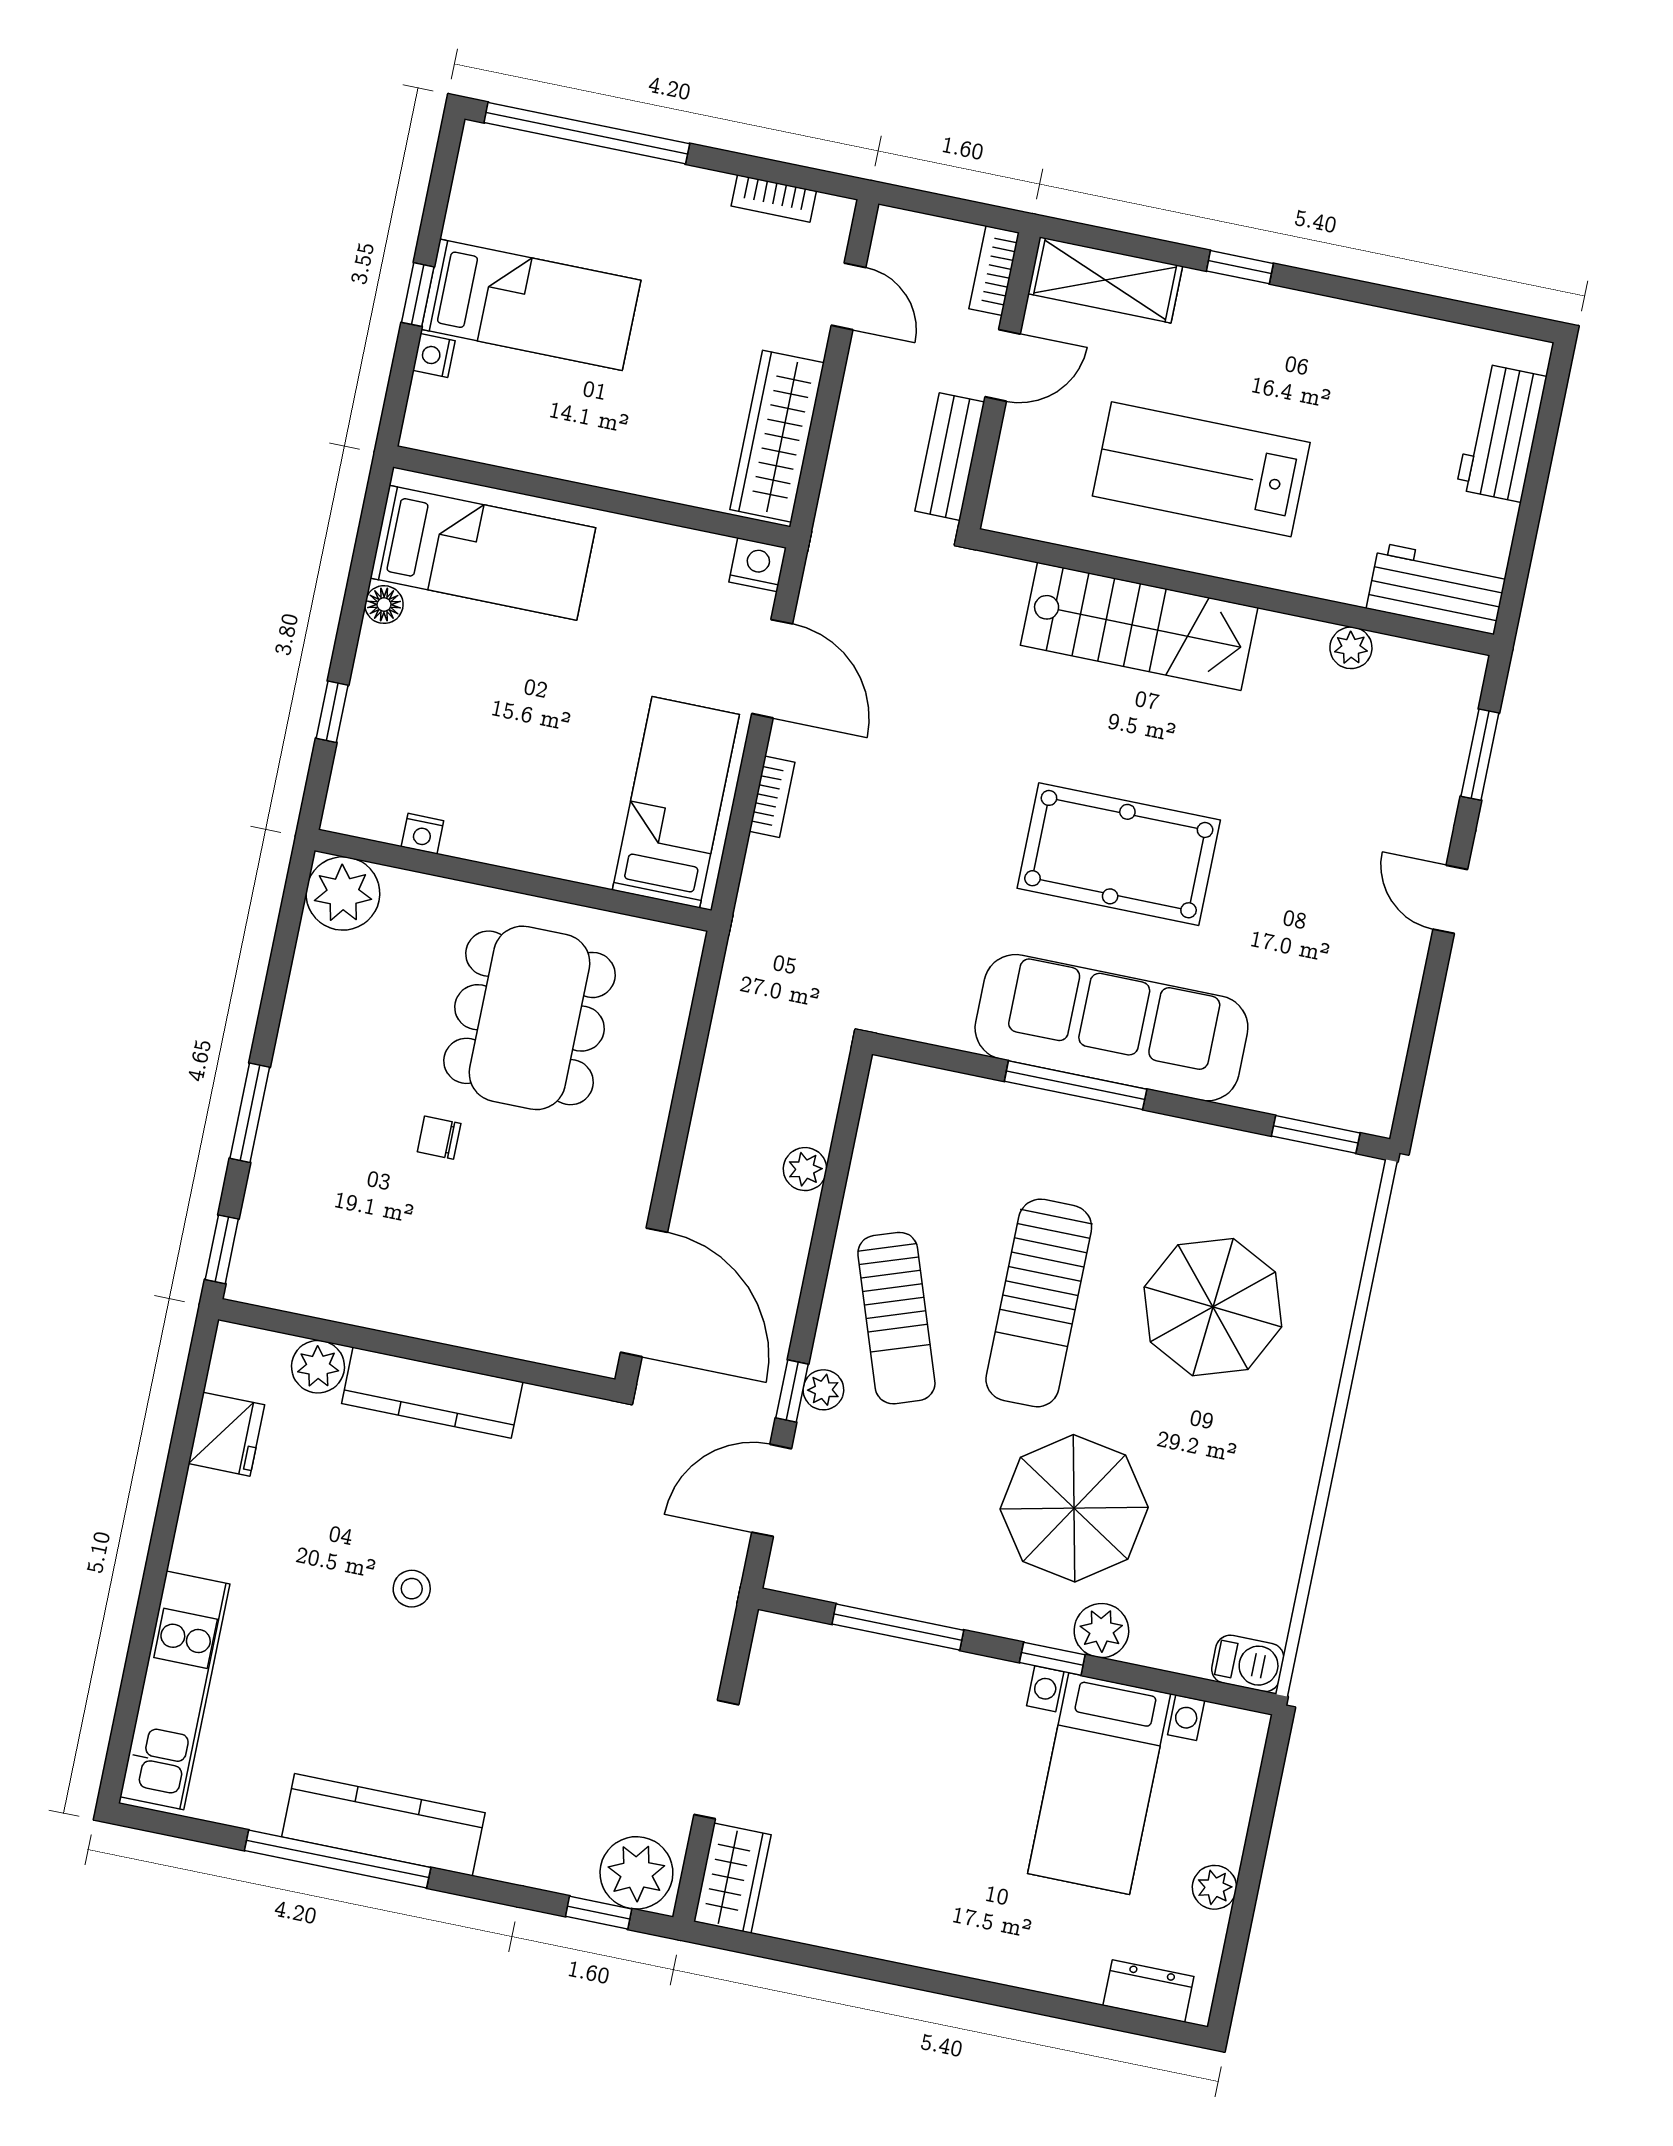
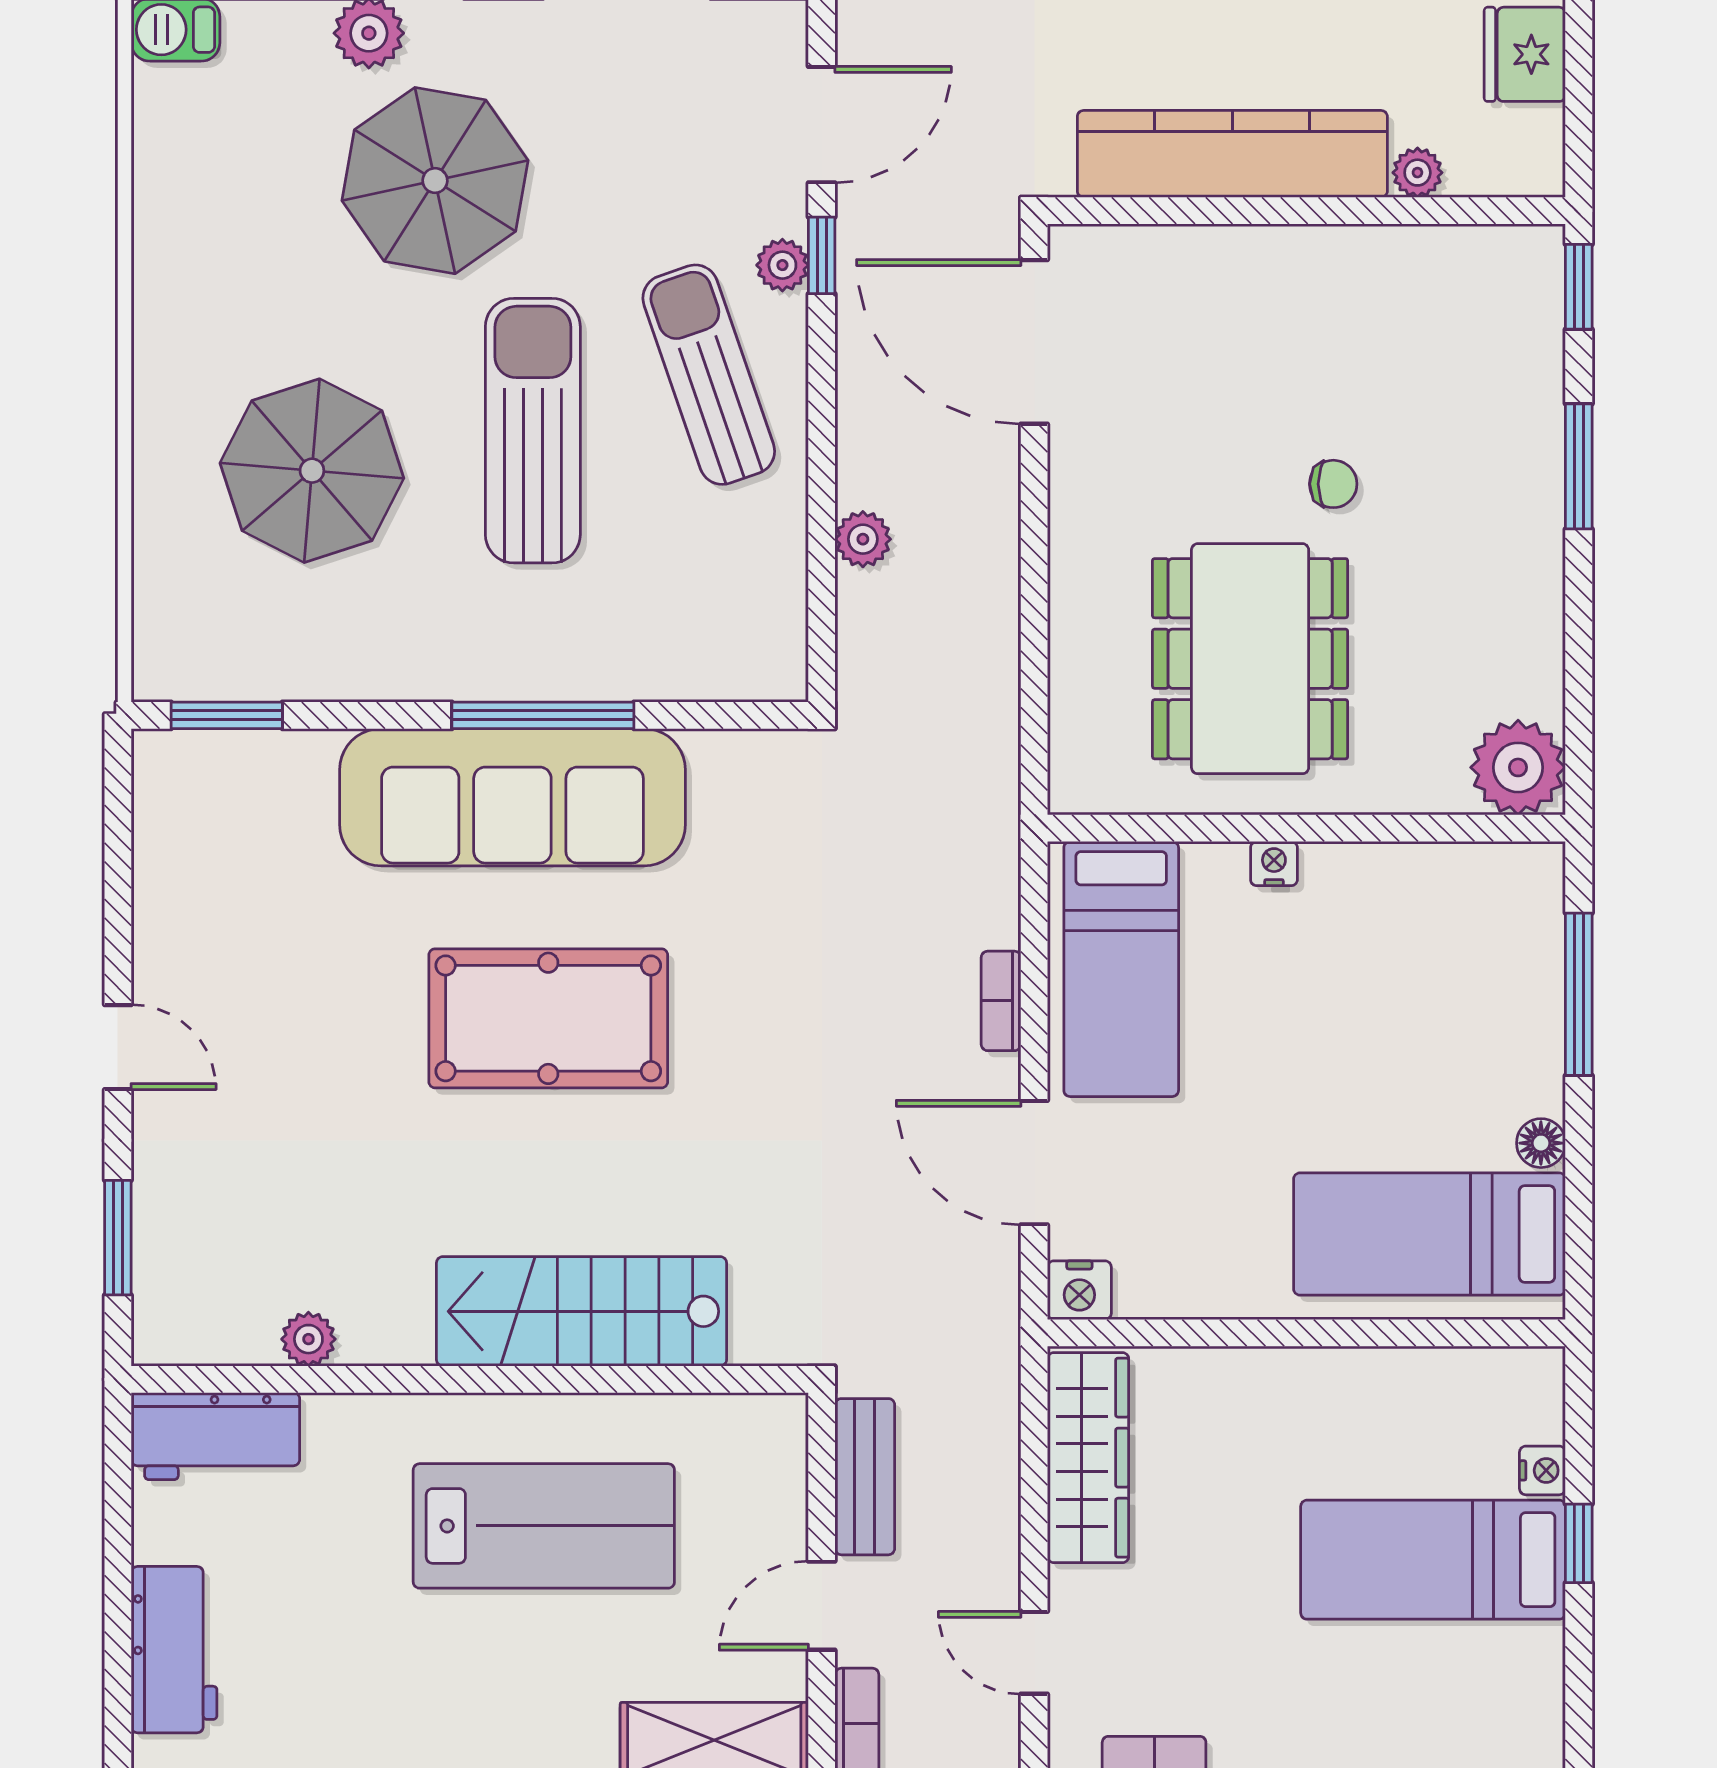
window: (332, 712) -> (1579, 994), width x2.17
nightstand: (422, 834) -> (1274, 864), moved
plant: (318, 1367) -> (1417, 173), width x0.73, depth x0.73
kitchen counter: (432, 1393) -> (1232, 154), width x1.39, depth x1.17

